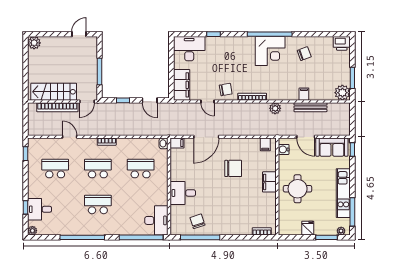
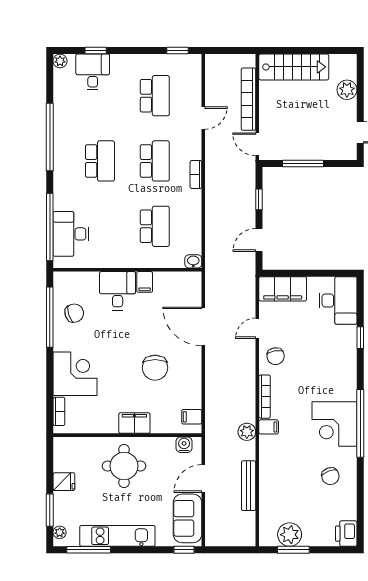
plant: (34, 43) -> (347, 90), moved
stairs: (54, 92) -> (294, 67), moved, turned 90
plant: (342, 93) -> (290, 535), moved
filing cabinet: (304, 94) -> (269, 427), moved
filing cabinet: (177, 143) -> (145, 282), moved
desk: (156, 220) -> (71, 234), moved, turned 90
corner desk: (237, 221) -> (75, 374), added

